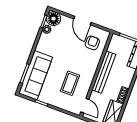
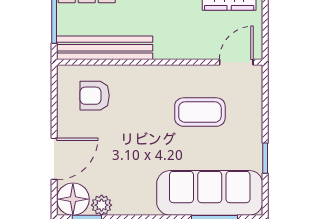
door: (83, 21) -> (54, 159), moved
bench: (104, 72) -> (105, 48), moved

